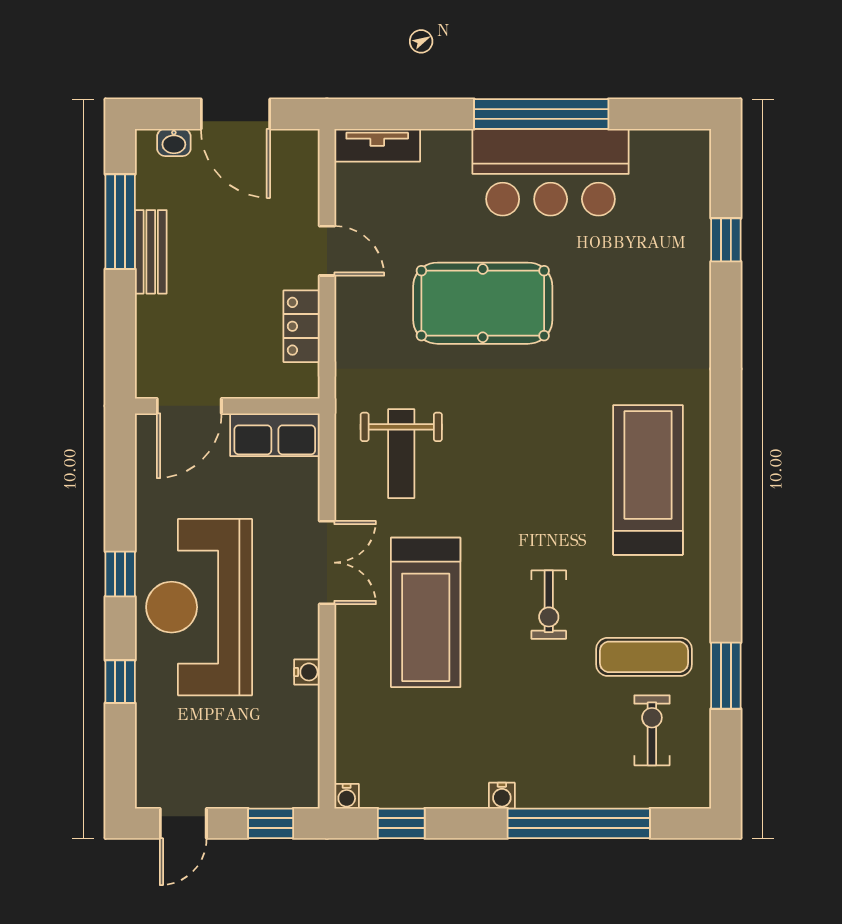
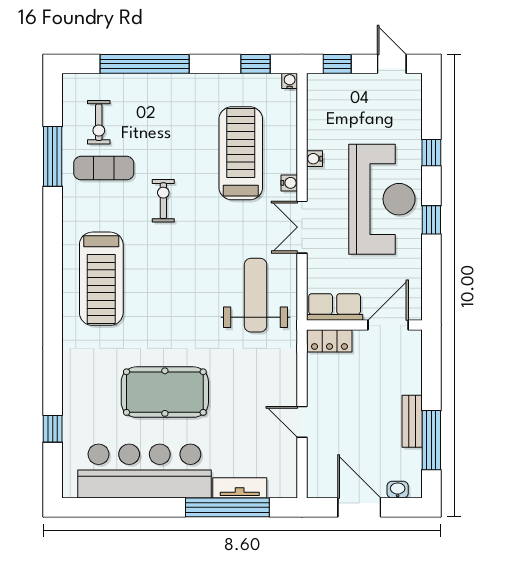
window: (541, 114) -> (227, 507), moved
tv unit: (377, 145) -> (240, 488), moved
bar counter: (551, 172) -> (144, 471), width x1.36
pool table: (483, 303) -> (165, 392), moved
locker: (301, 326) -> (329, 341), moved, turned 90
weight bench: (401, 454) -> (256, 295), width x1.36, depth x1.33
treadmill: (426, 612) -> (241, 153), moved
window: (726, 676) -> (53, 156), width x1.44
water cooler: (502, 796) -> (289, 183), moved, turned 90
door: (183, 823) -> (392, 64), hinge flipped

